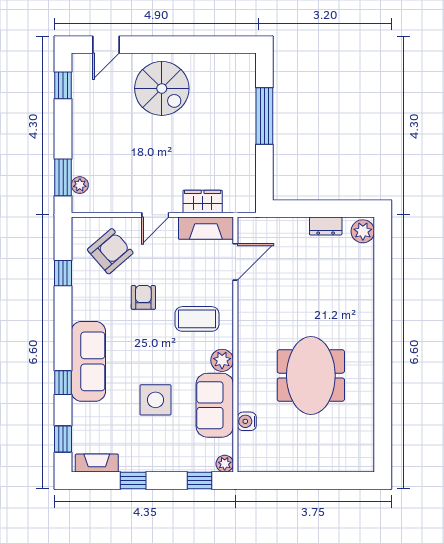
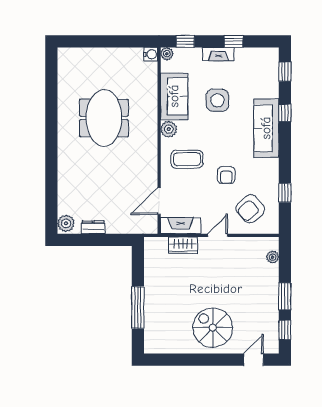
window: (63, 177) -> (285, 296), moved
water cooler: (247, 421) -> (151, 54), moved
fireplace: (97, 463) -> (218, 54), moved

